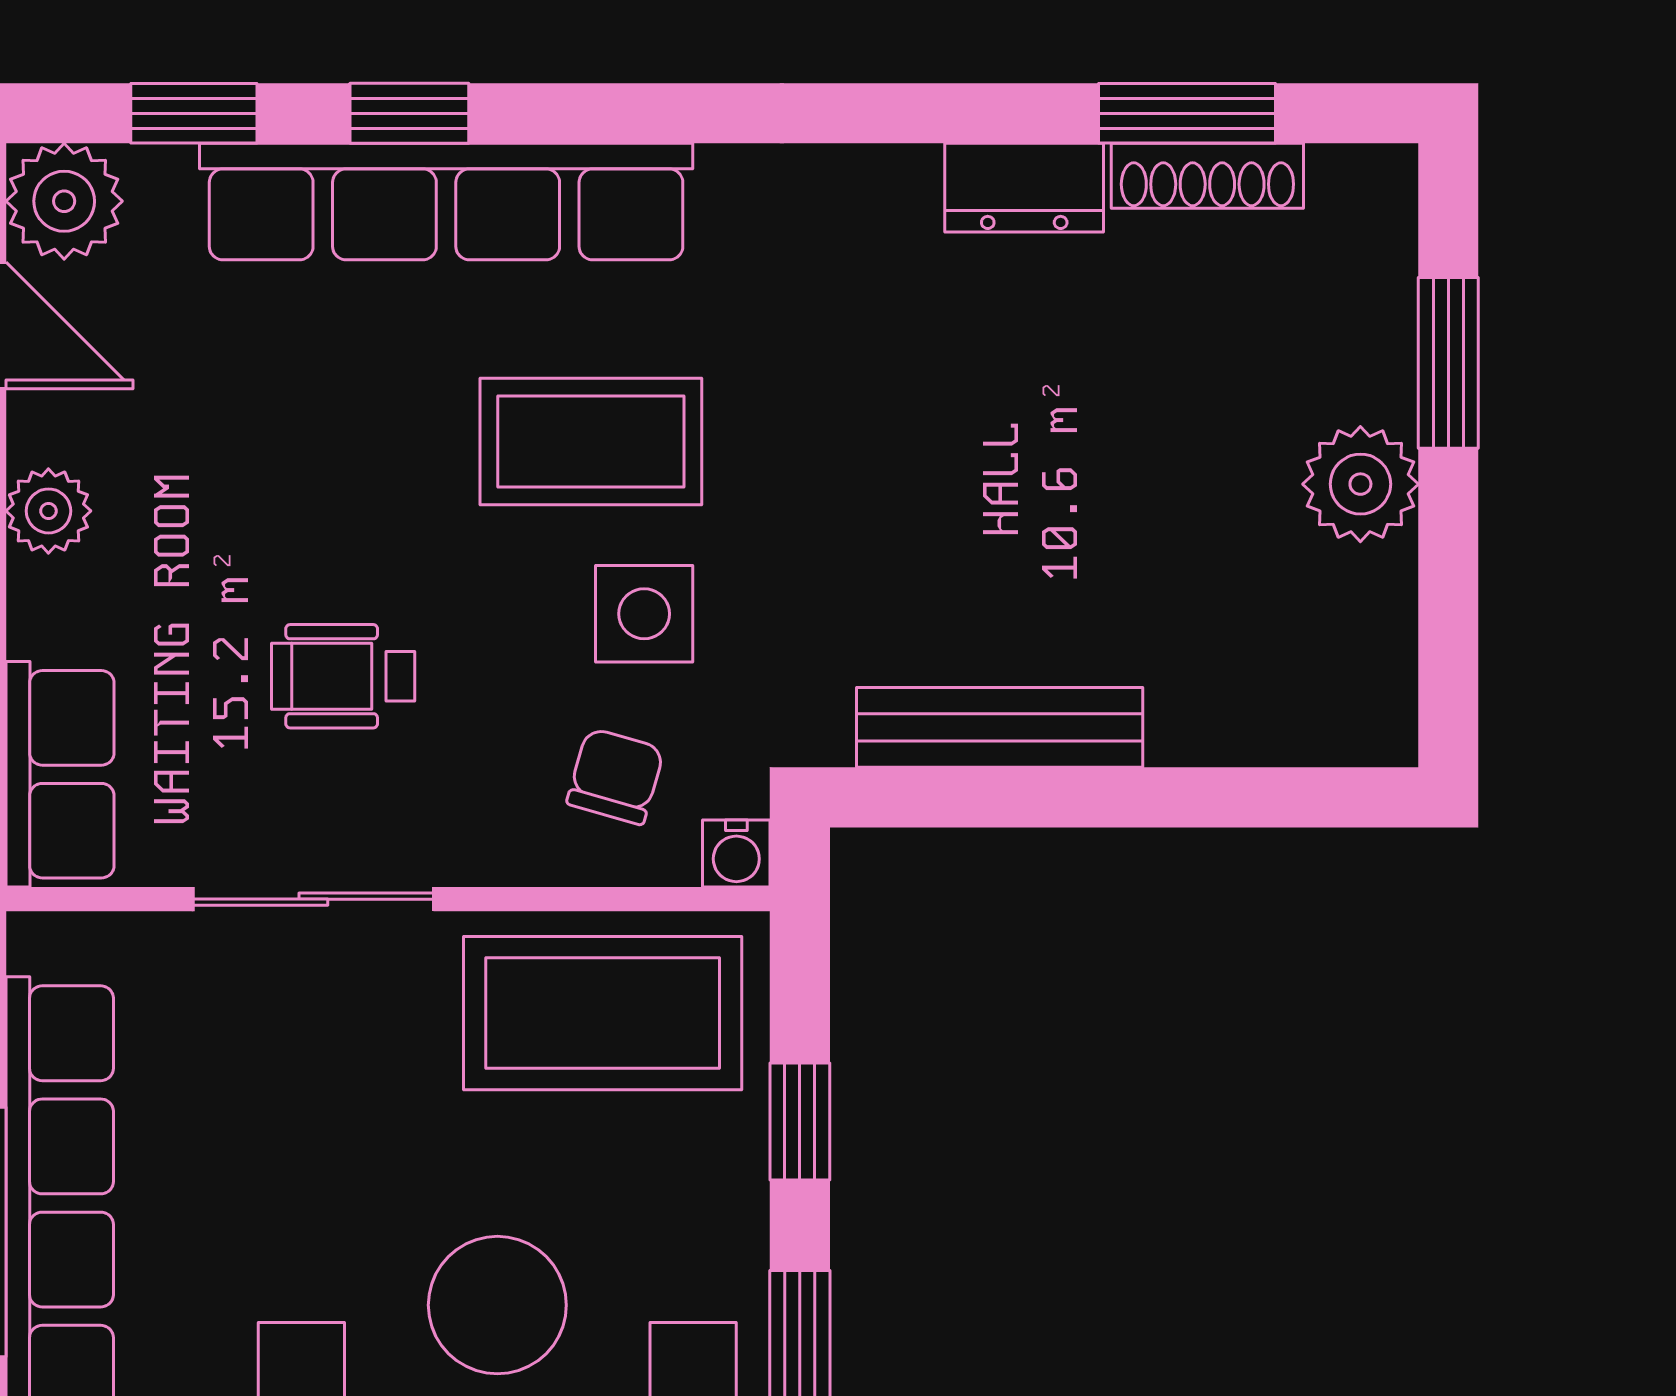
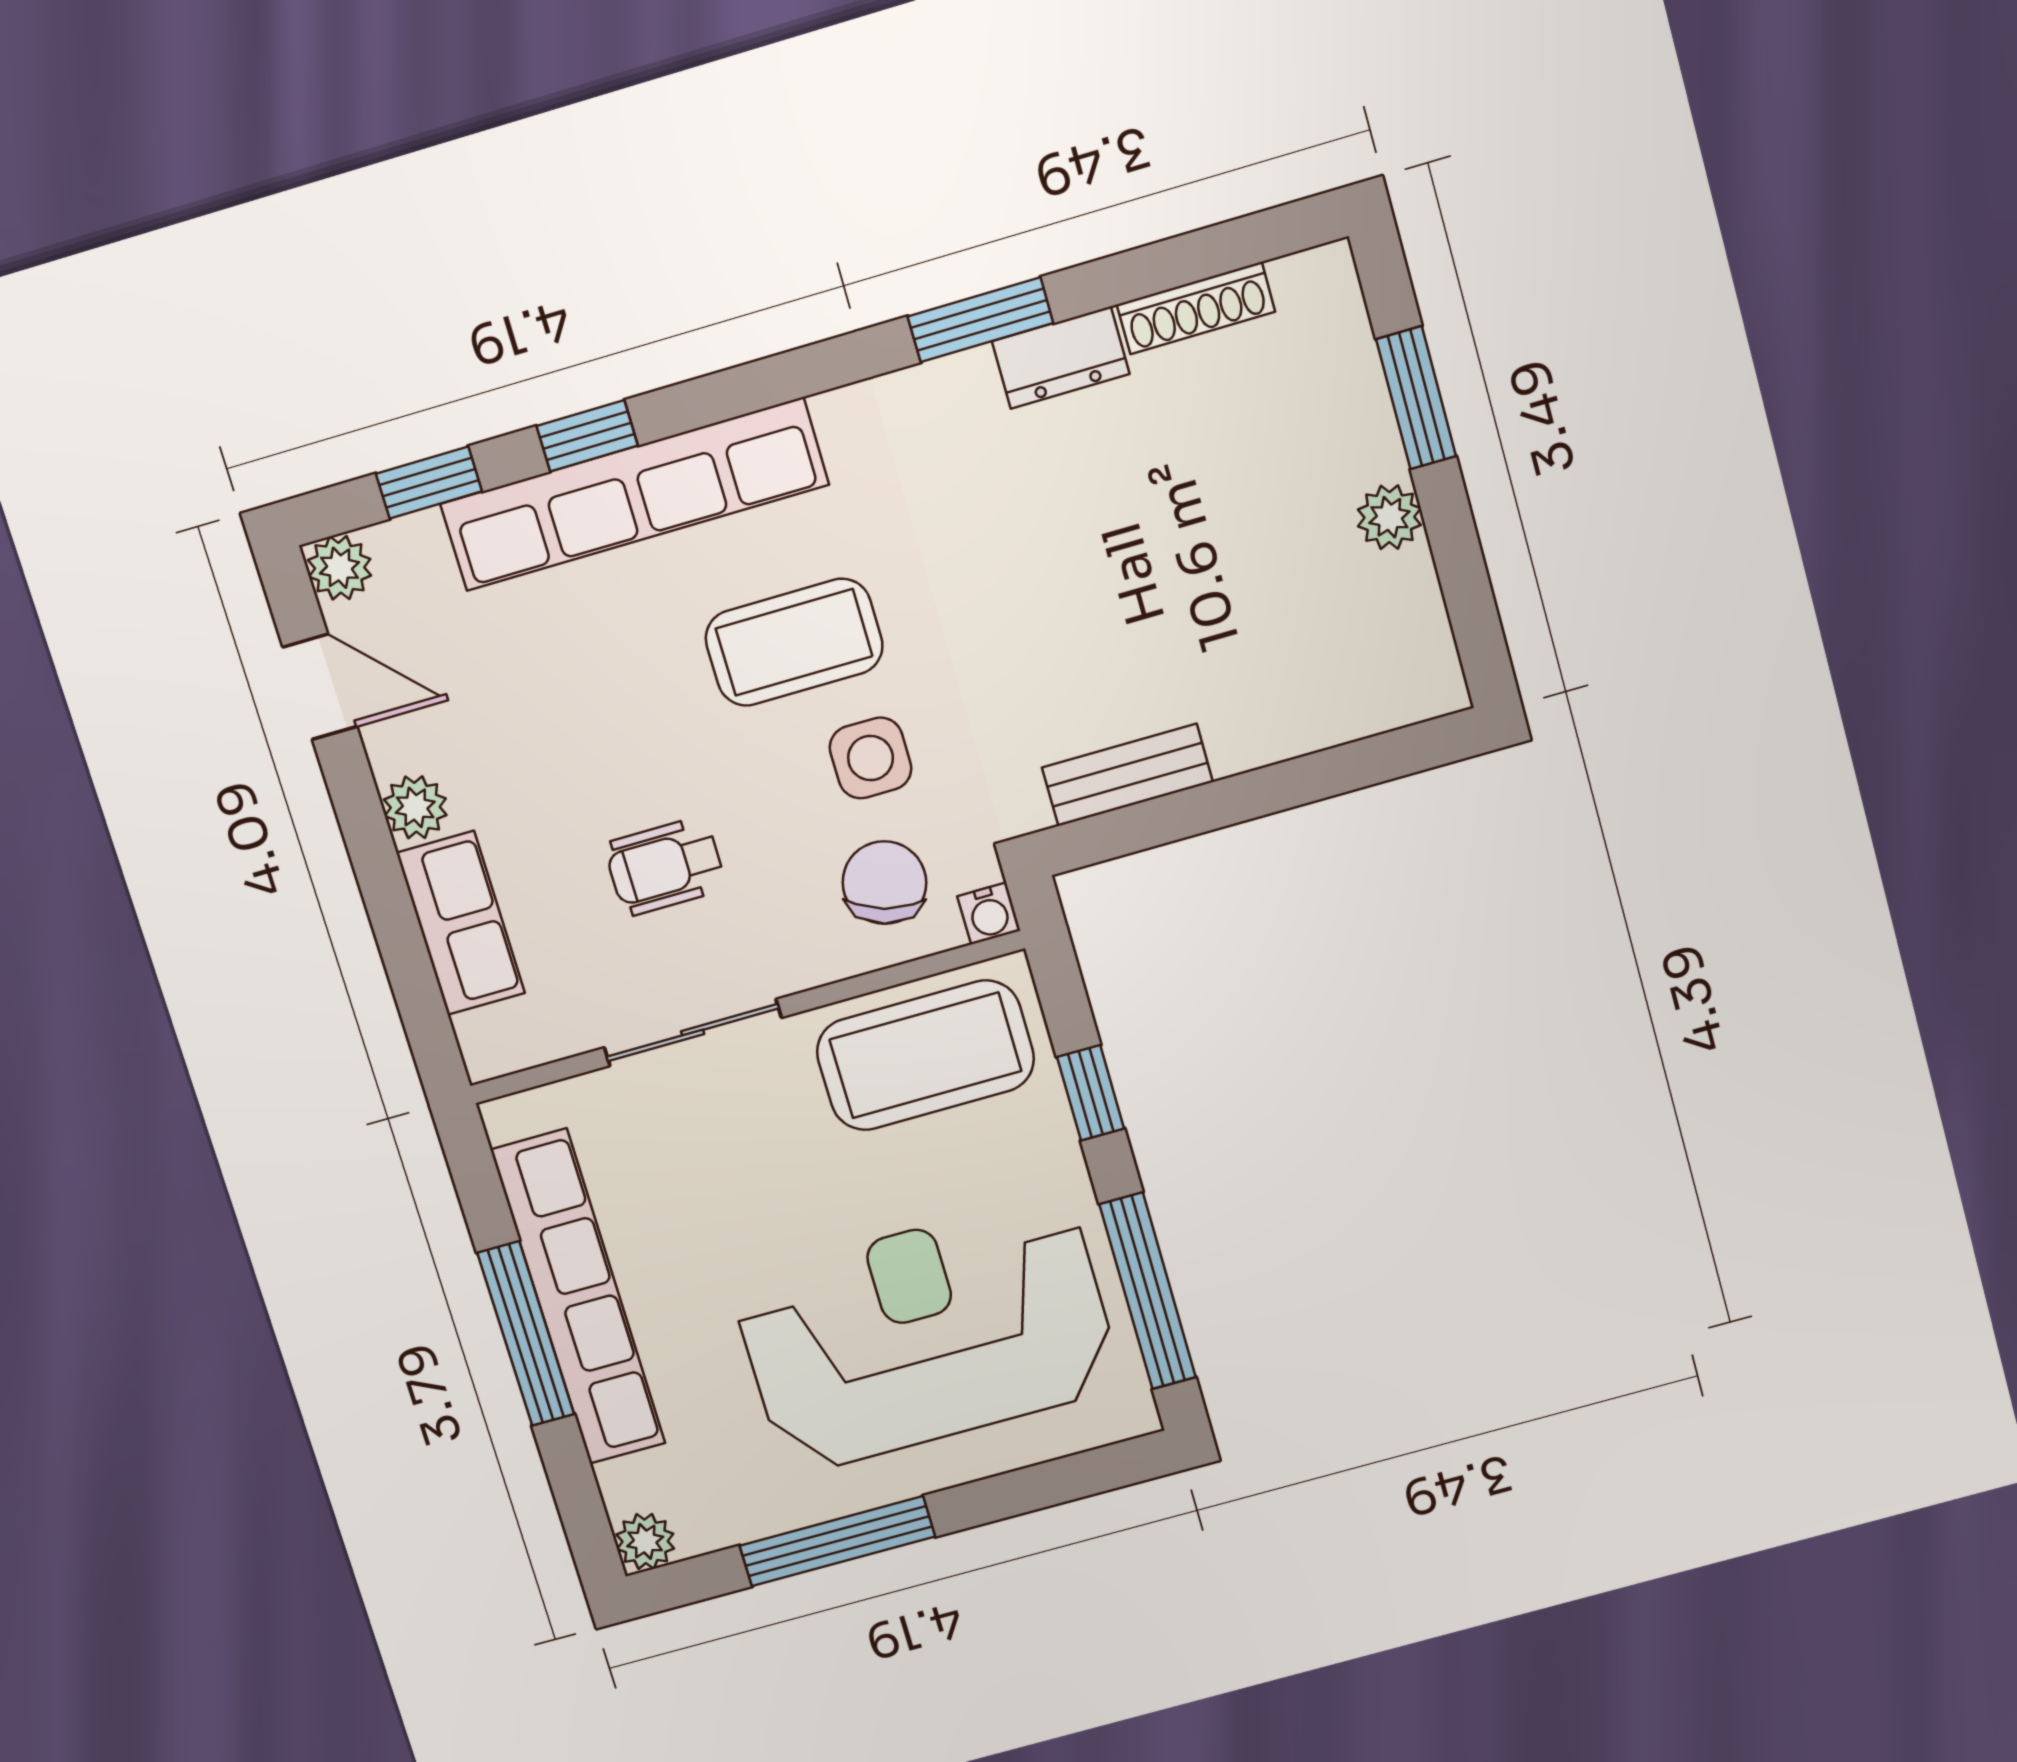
window: (1187, 113) -> (980, 320), moved
plant: (64, 201) -> (340, 568), width x0.73, depth x0.73
plant: (1360, 484) -> (1389, 517), width x0.73, depth x0.73
bench: (1000, 727) -> (1127, 775), width x0.73
row of seats: (60, 774) -> (461, 923), moved
chair: (615, 776) -> (884, 883), width x1.37, depth x1.37

